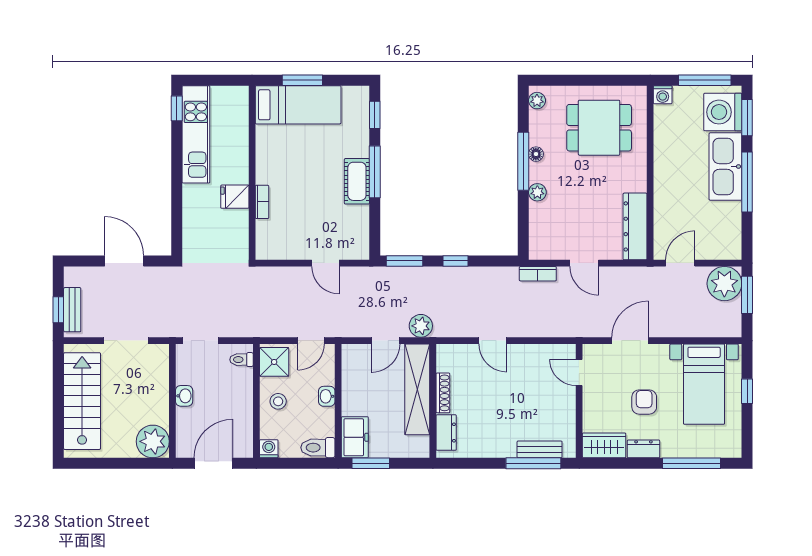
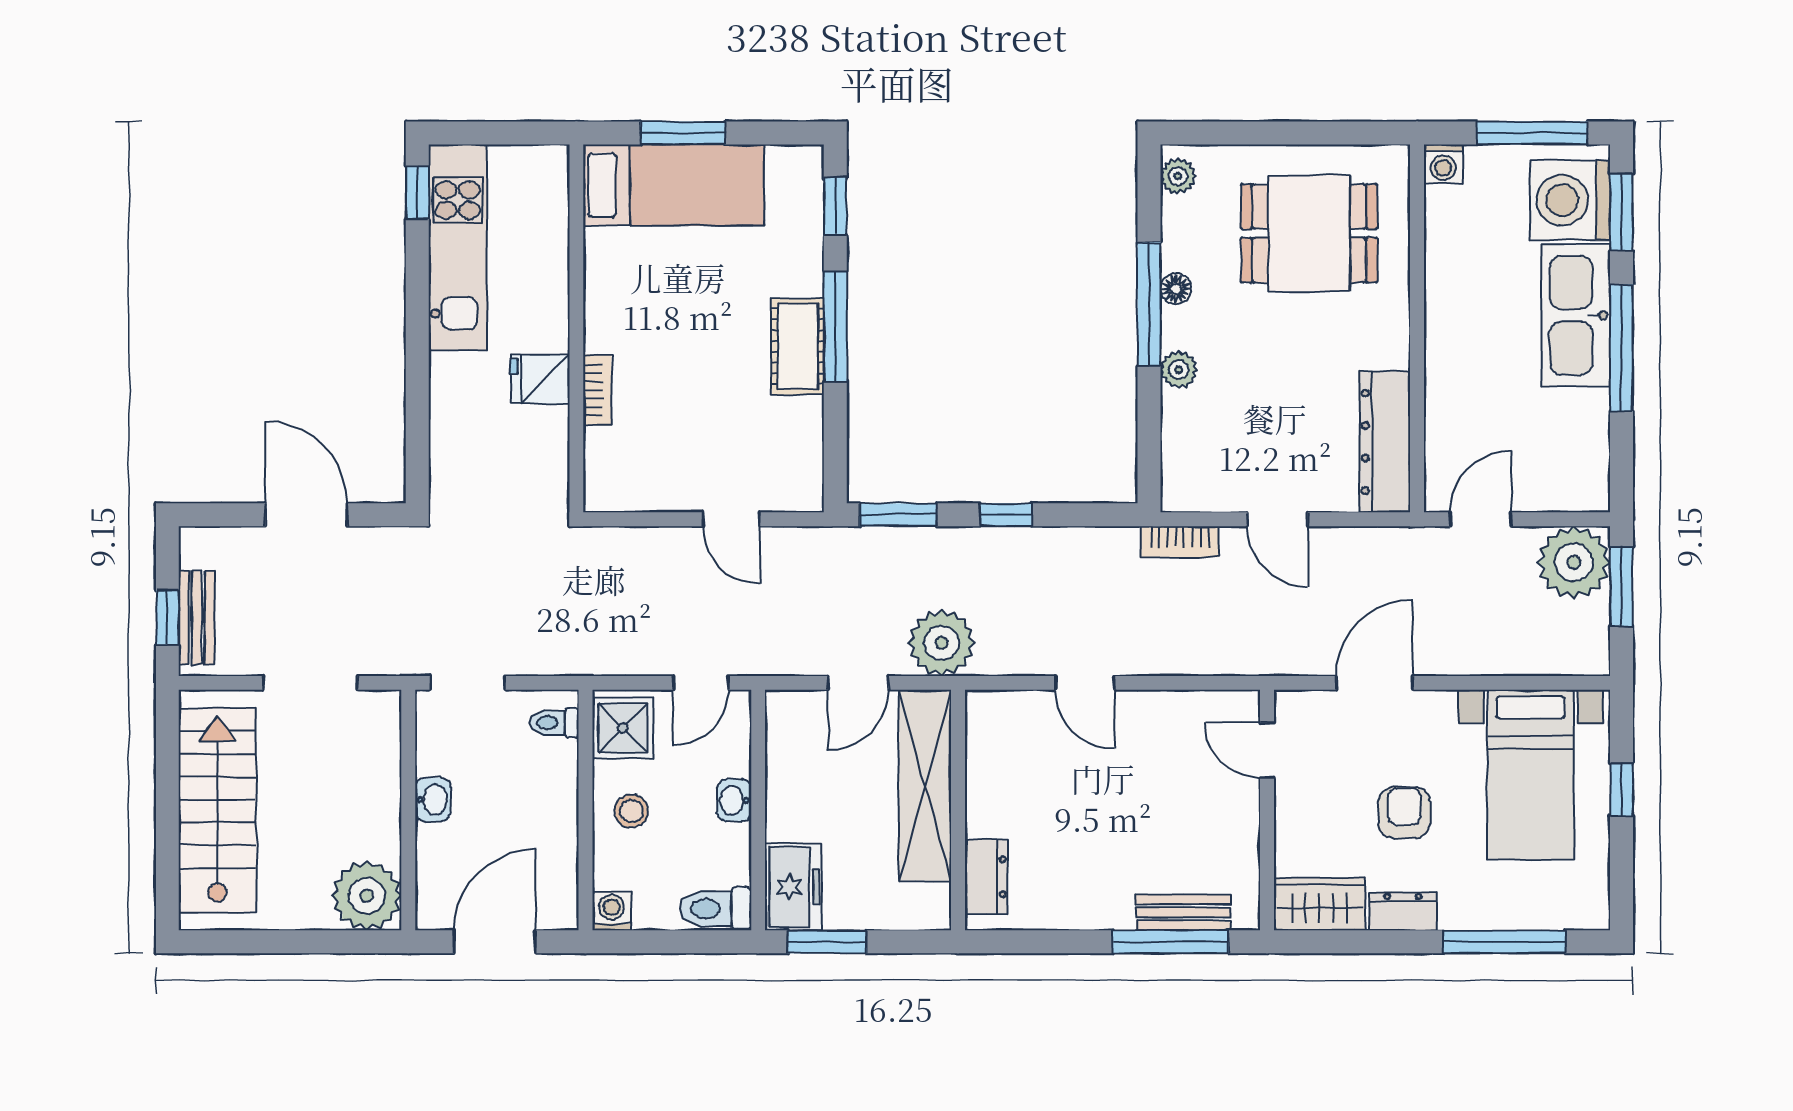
plant: (421, 326) -> (941, 643), width x1.36, depth x1.36
shoe rack: (443, 393) -> (979, 793), removed

